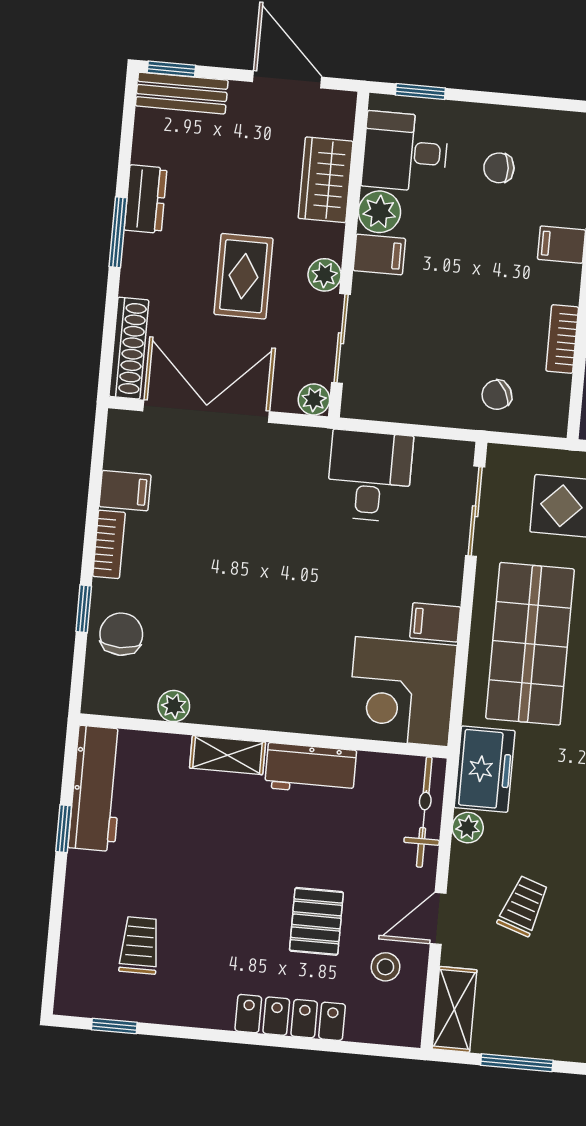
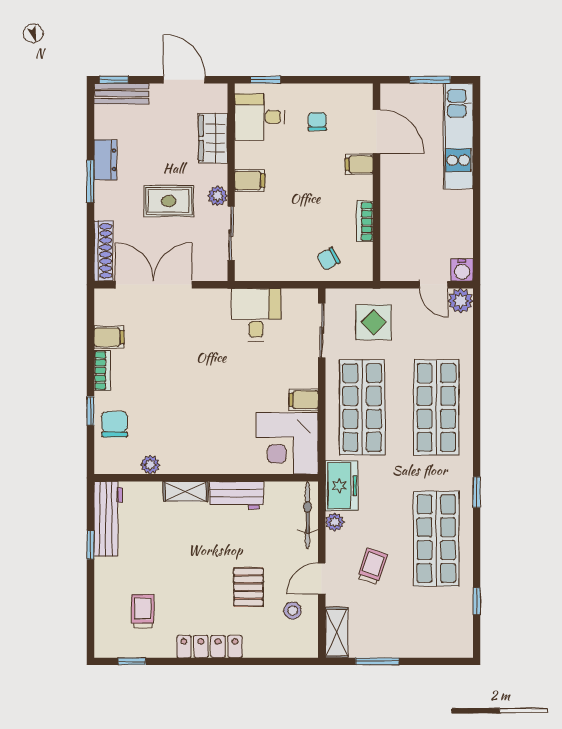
chair: (499, 168) -> (317, 122), turned 94
plant: (379, 212) -> (247, 155), removed
rug: (244, 276) -> (169, 201), turned 90
plant: (314, 399) -> (218, 272), removed
locker: (290, 1017) -> (209, 647), moved

